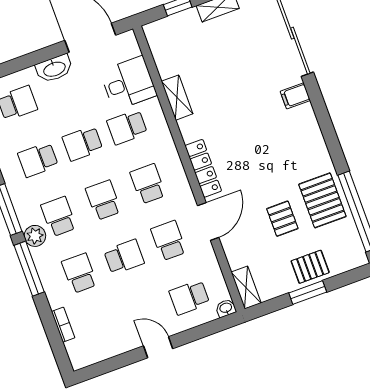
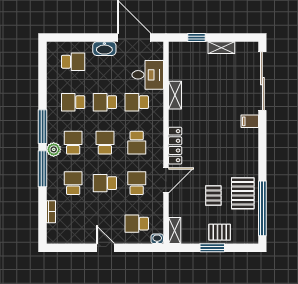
school desk: (148, 184) -> (137, 143), turned 180
school desk: (124, 257) -> (105, 183), turned 180

